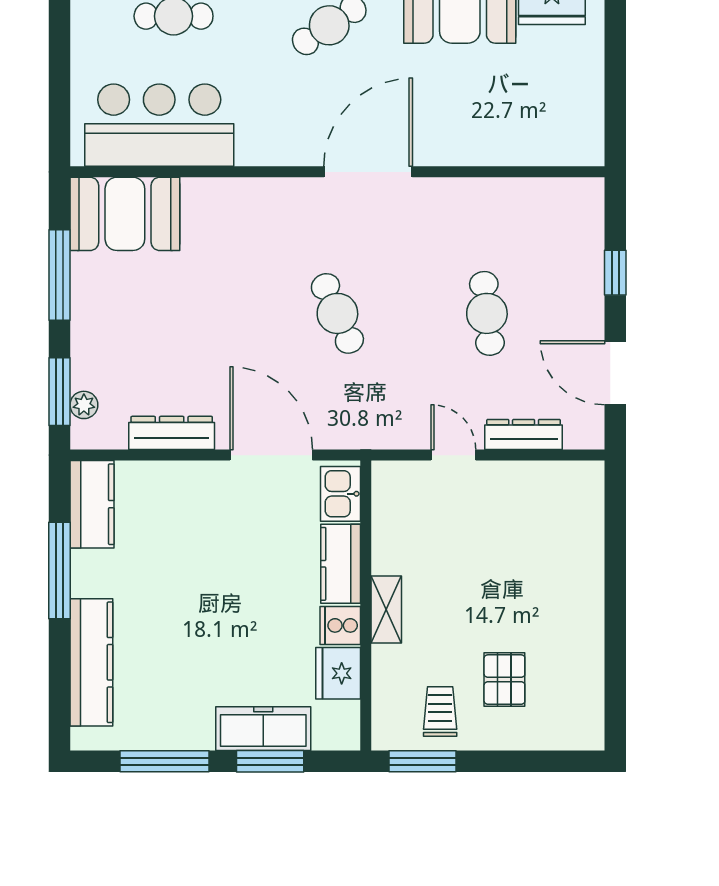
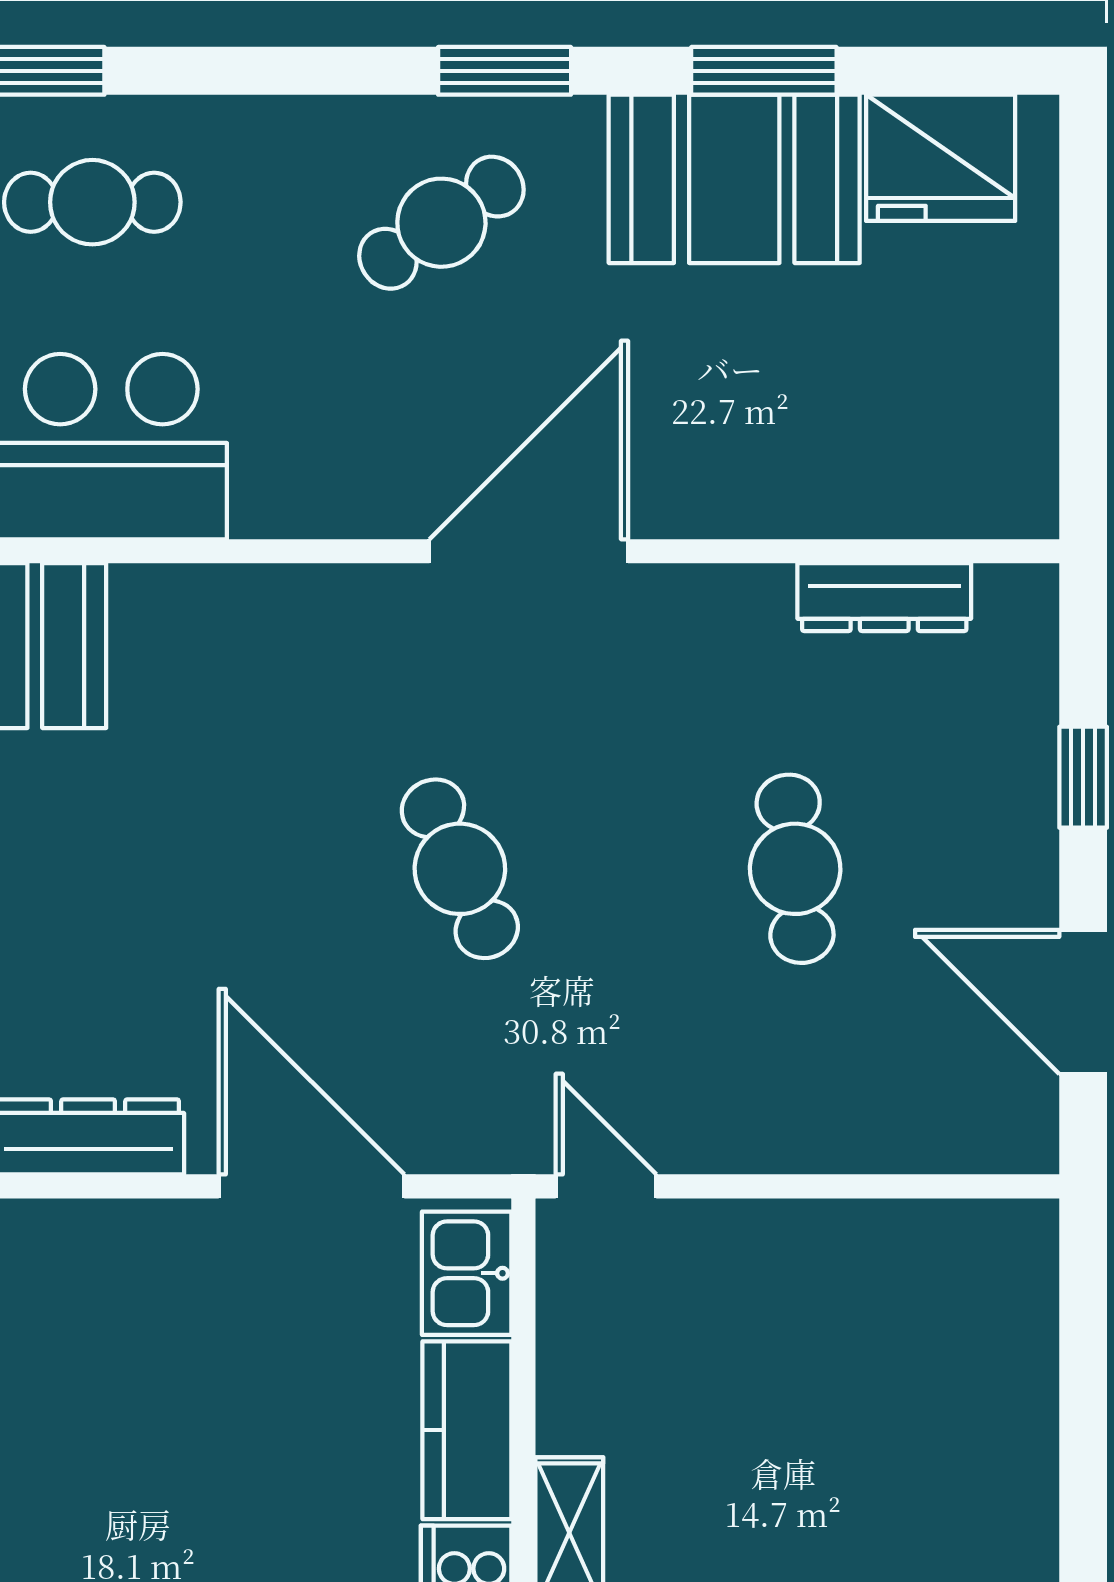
dresser: (524, 435) -> (884, 597), moved, turned 180
door: (453, 455) -> (606, 1186), moved

